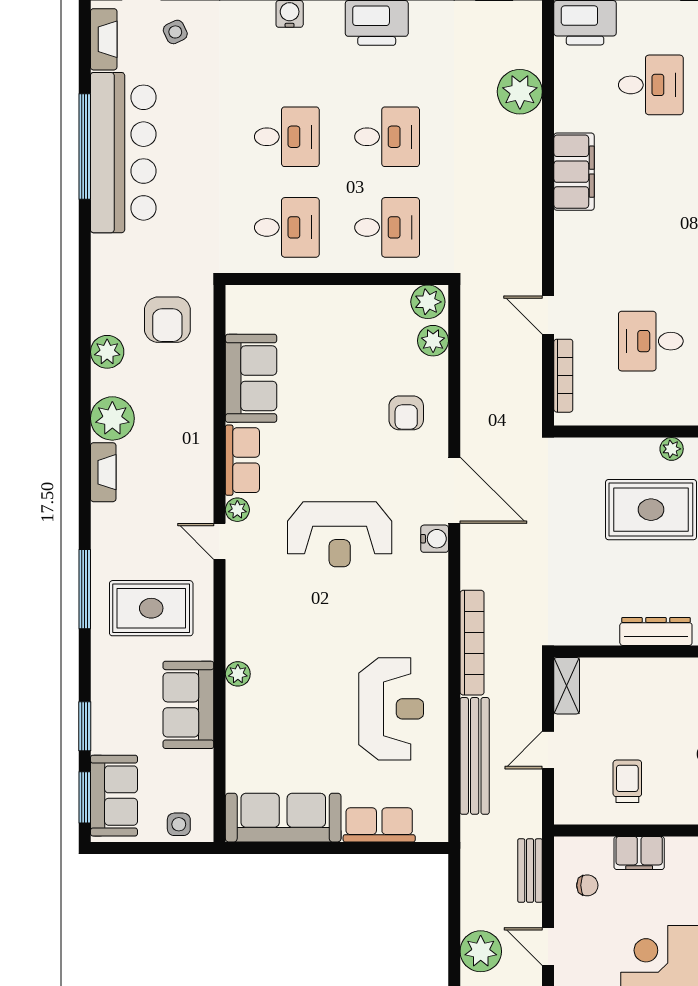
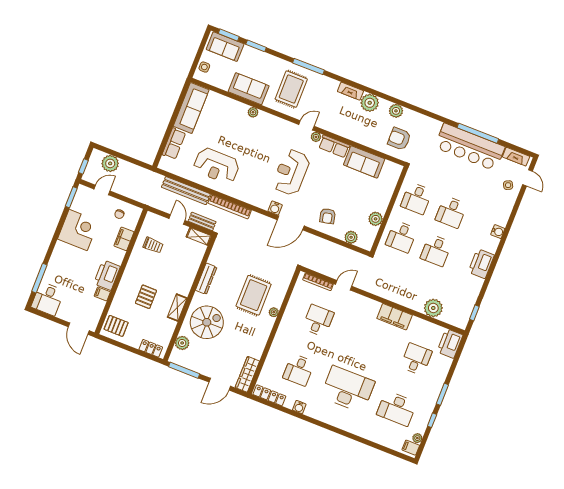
desk: (651, 85) -> (416, 359), turned 180
plant: (428, 302) -> (376, 219), moved
armchair: (406, 413) -> (328, 216), turned -103
bench: (530, 871) -> (202, 221), moved

